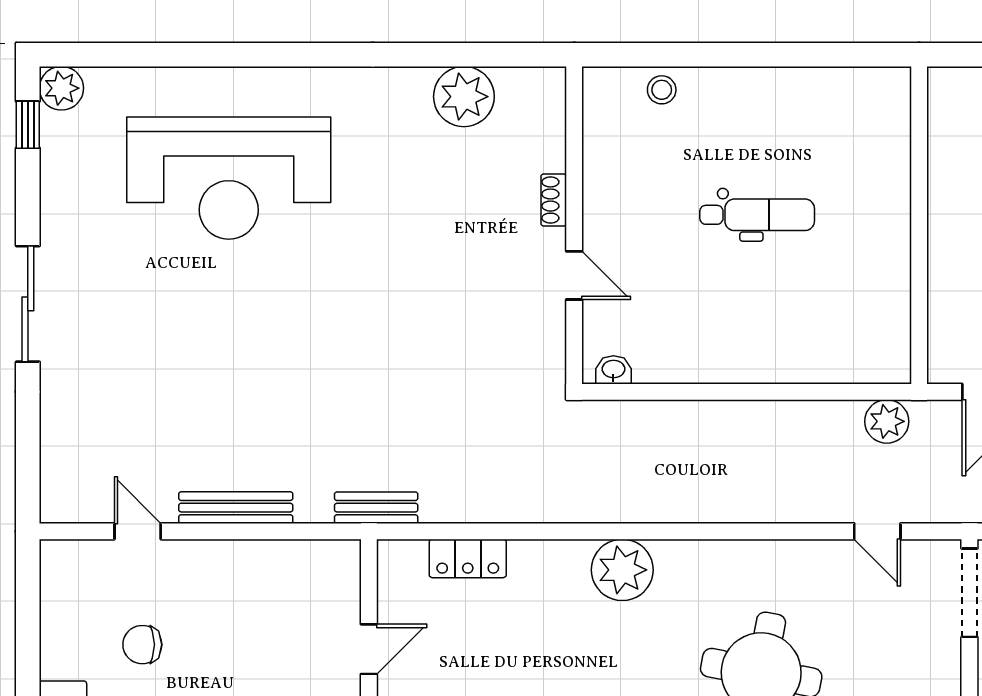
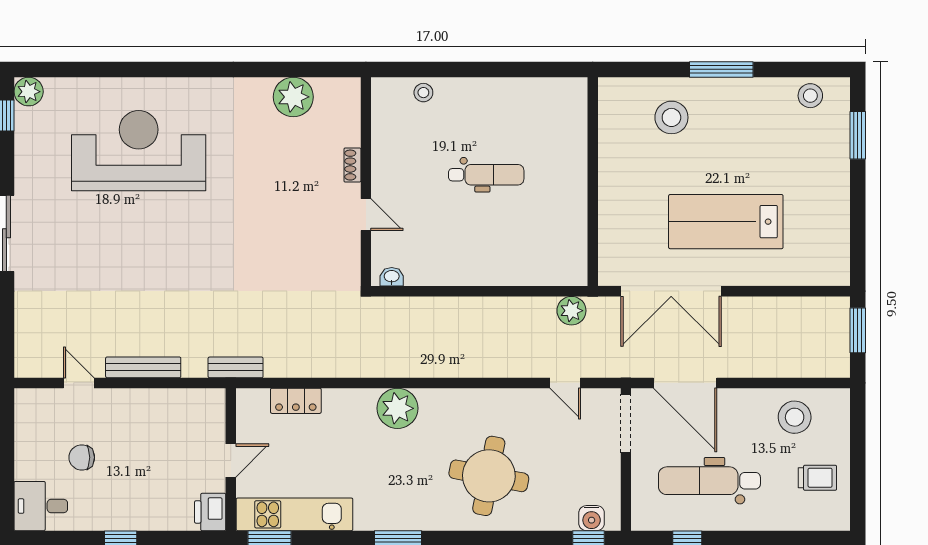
reception desk: (229, 178) -> (139, 151), turned 180

